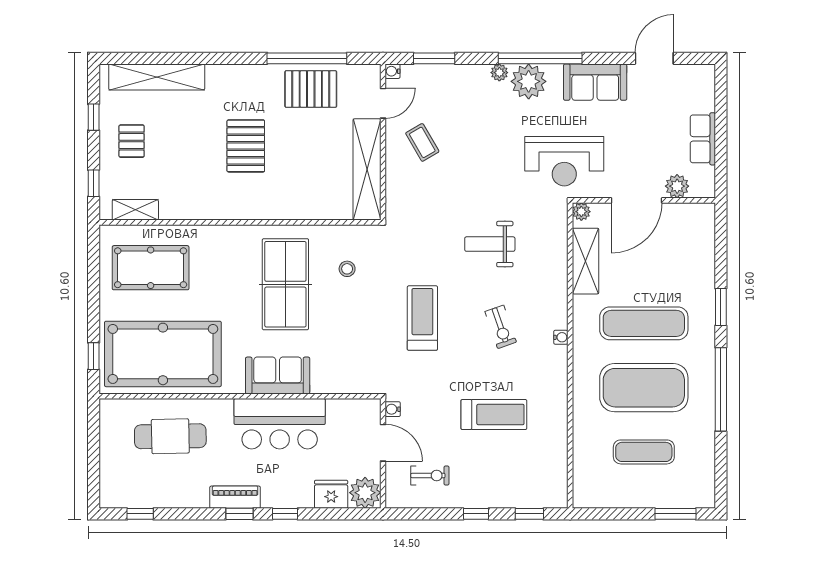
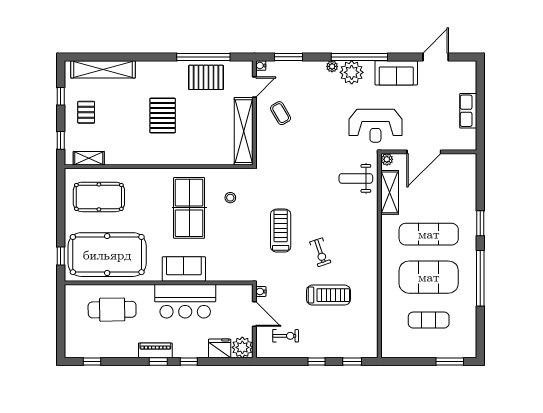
plant: (677, 186) -> (451, 142), removed
weight bench: (490, 244) -> (356, 178), moved
exercise bike: (501, 327) -> (320, 252), moved
water cooler: (561, 337) -> (373, 243), removed

